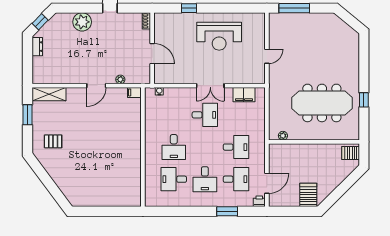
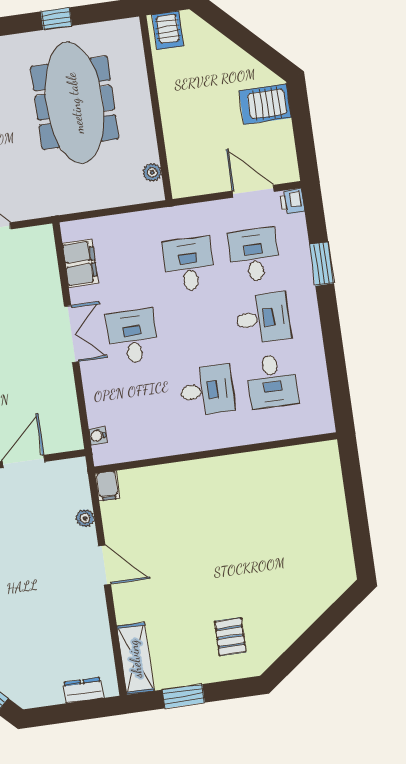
dresser: (37, 47) -> (83, 690), moved

